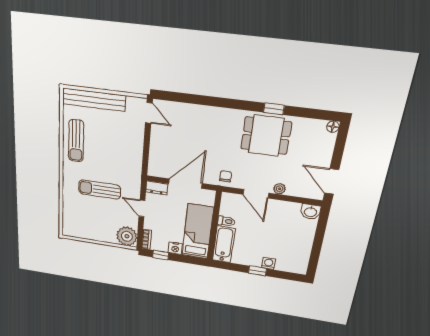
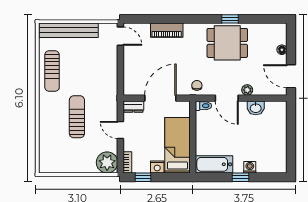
piano: (200, 113) -> (167, 30), added
floor lamp: (333, 127) -> (282, 50), moved
sun lounger: (100, 190) -> (77, 117), turned 90
washbasin: (310, 212) -> (256, 108), moved
toilet: (226, 221) -> (203, 106), moved
bathtub: (224, 244) -> (214, 164), moved, turned -90

